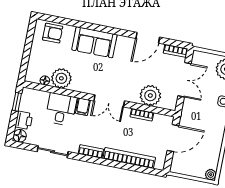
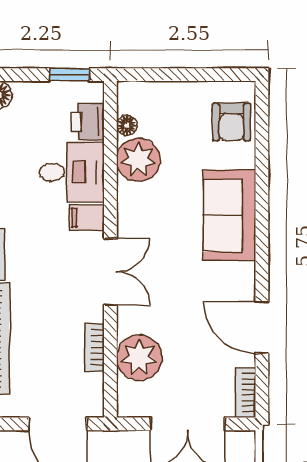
double door: (109, 101) -> (110, 272), swing flipped
printer: (24, 120) -> (88, 122), moved, turned 90

